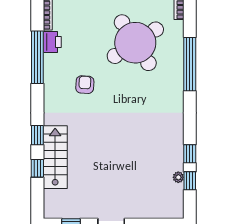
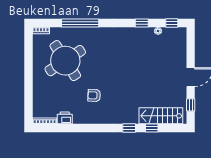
window: (37, 57) -> (75, 128), removed
stairs: (55, 157) -> (161, 116), moved
window: (190, 181) -> (172, 23), moved

